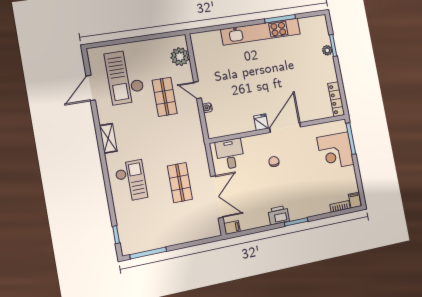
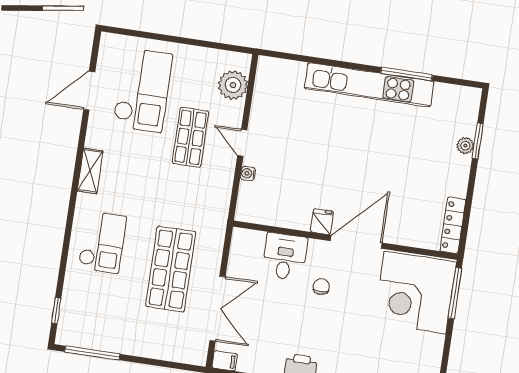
checkout: (125, 77) -> (143, 90), turned 180
corner desk: (335, 151) -> (415, 293), width x1.36, depth x1.36
desk: (230, 154) -> (285, 257), moved
shop shelf: (180, 183) -> (171, 269), width x1.43, depth x1.36

